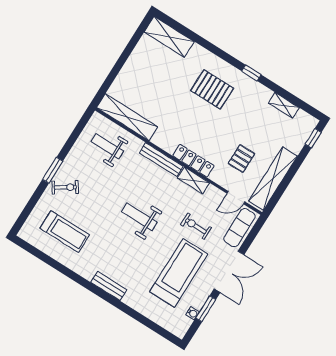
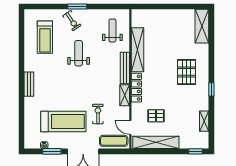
shelving: (127, 117) -> (137, 50), moved
weight bench: (139, 217) -> (79, 53), moved

